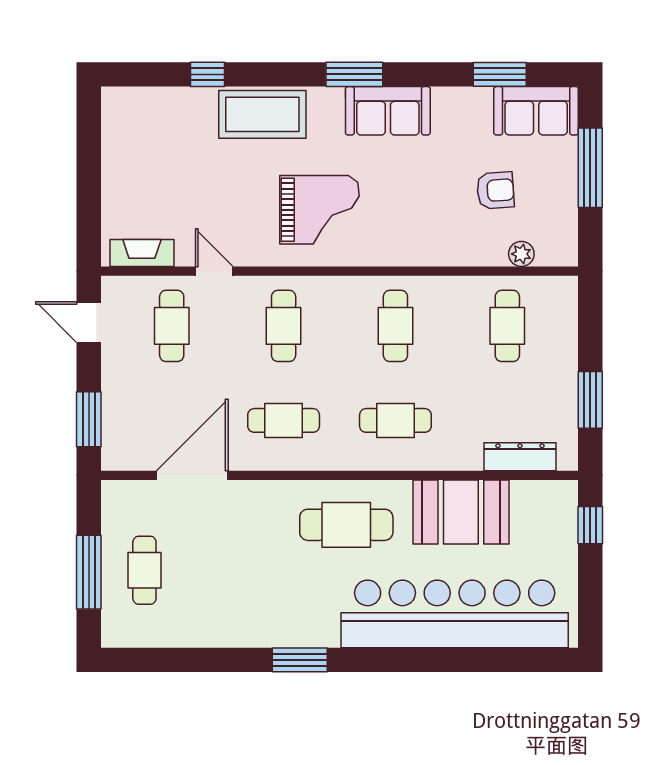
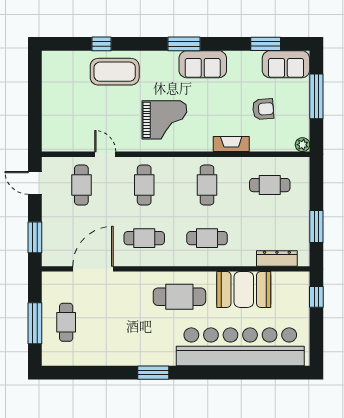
coffee table: (262, 114) -> (115, 72), moved
fireplace: (142, 253) -> (231, 144), moved
plant: (521, 254) -> (303, 145), moved
cafe table: (507, 326) -> (270, 185), turned 90

